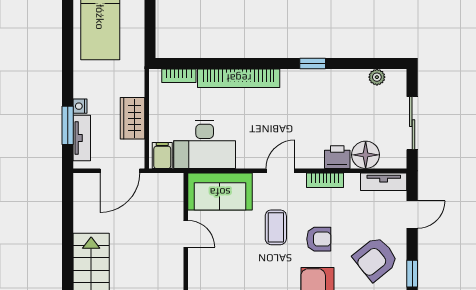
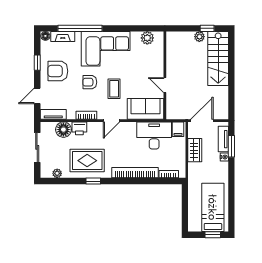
rug: (323, 100) -> (87, 161), added
armchair: (376, 259) -> (58, 71), turned -141

